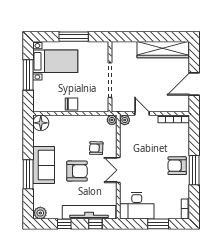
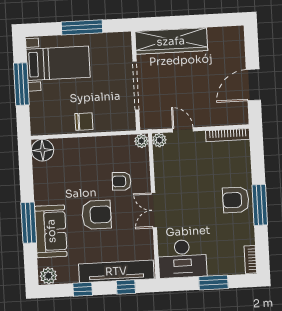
wardrobe: (163, 50) -> (171, 41), moved
sofa: (44, 165) -> (51, 231), moved

